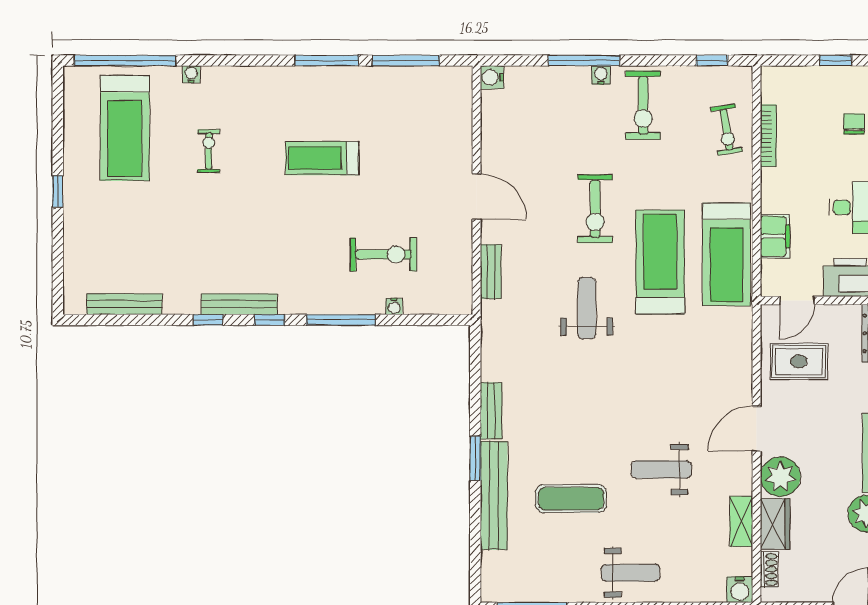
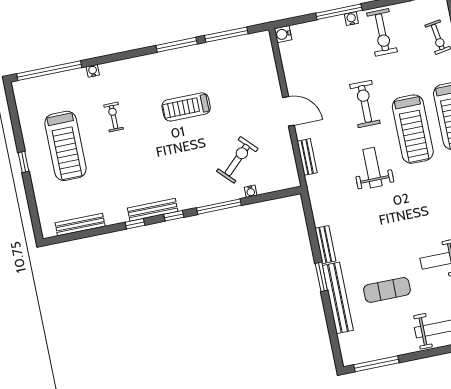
treadmill: (125, 128) -> (66, 146), moved
exercise bike: (595, 209) -> (365, 104), turned 180
exercise bike: (384, 254) -> (237, 160), turned -44
treadmill: (660, 262) -> (413, 129), turned 180

